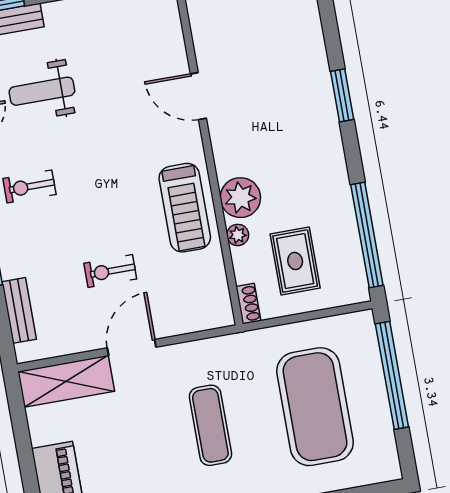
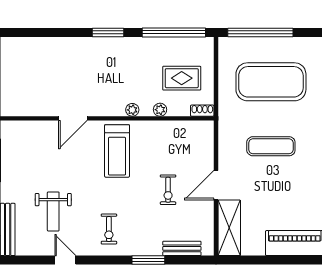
window: (342, 95) -> (108, 32), moved
plant: (240, 198) -> (132, 110), width x0.53, depth x0.53
treadmill: (185, 208) -> (117, 151), moved, turned 90
door: (132, 347) -> (216, 185), hinge flipped

